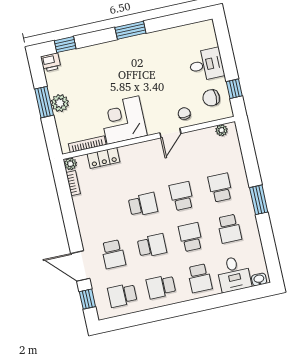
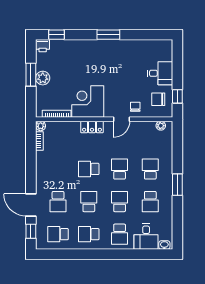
locker: (103, 158) -> (92, 127), moved
school desk: (143, 205) -> (89, 169), turned 180
school desk: (152, 246) -> (89, 202), turned -90

